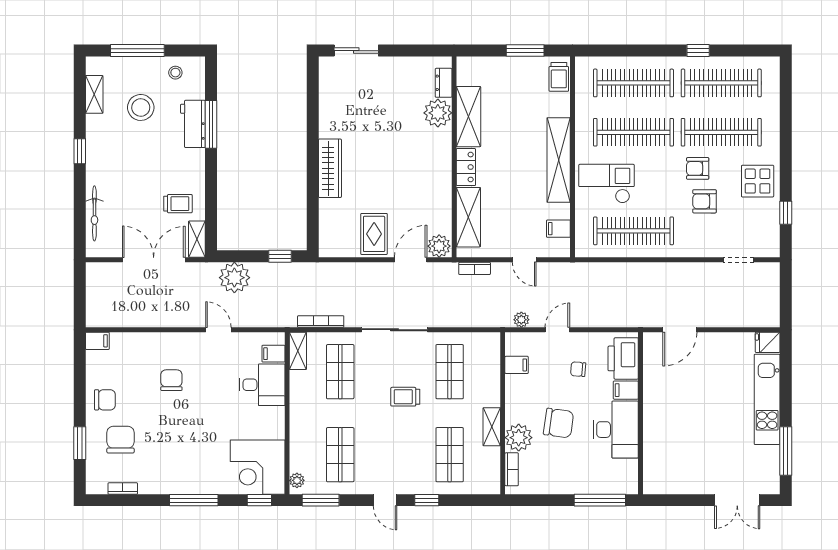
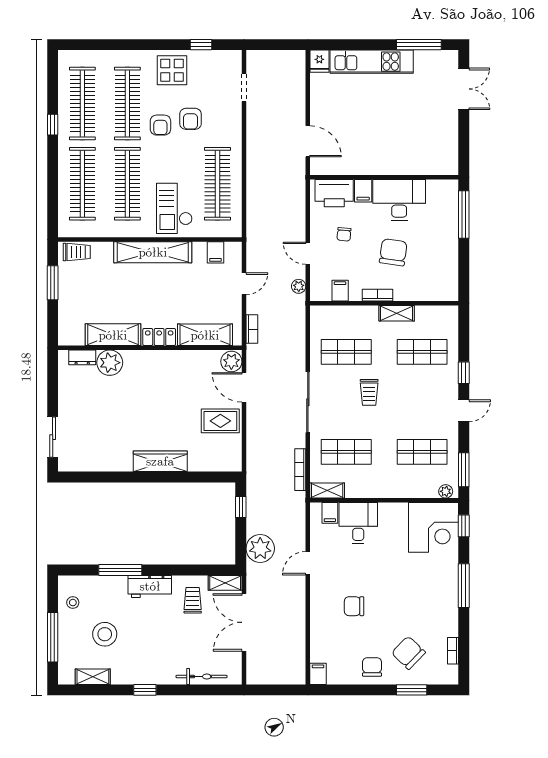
workbench: (193, 124) -> (150, 586), moved
plant: (519, 438) -> (406, 289), removed
chair: (121, 440) -> (408, 653), turned 44
bookcase: (512, 469) -> (377, 295), moved

